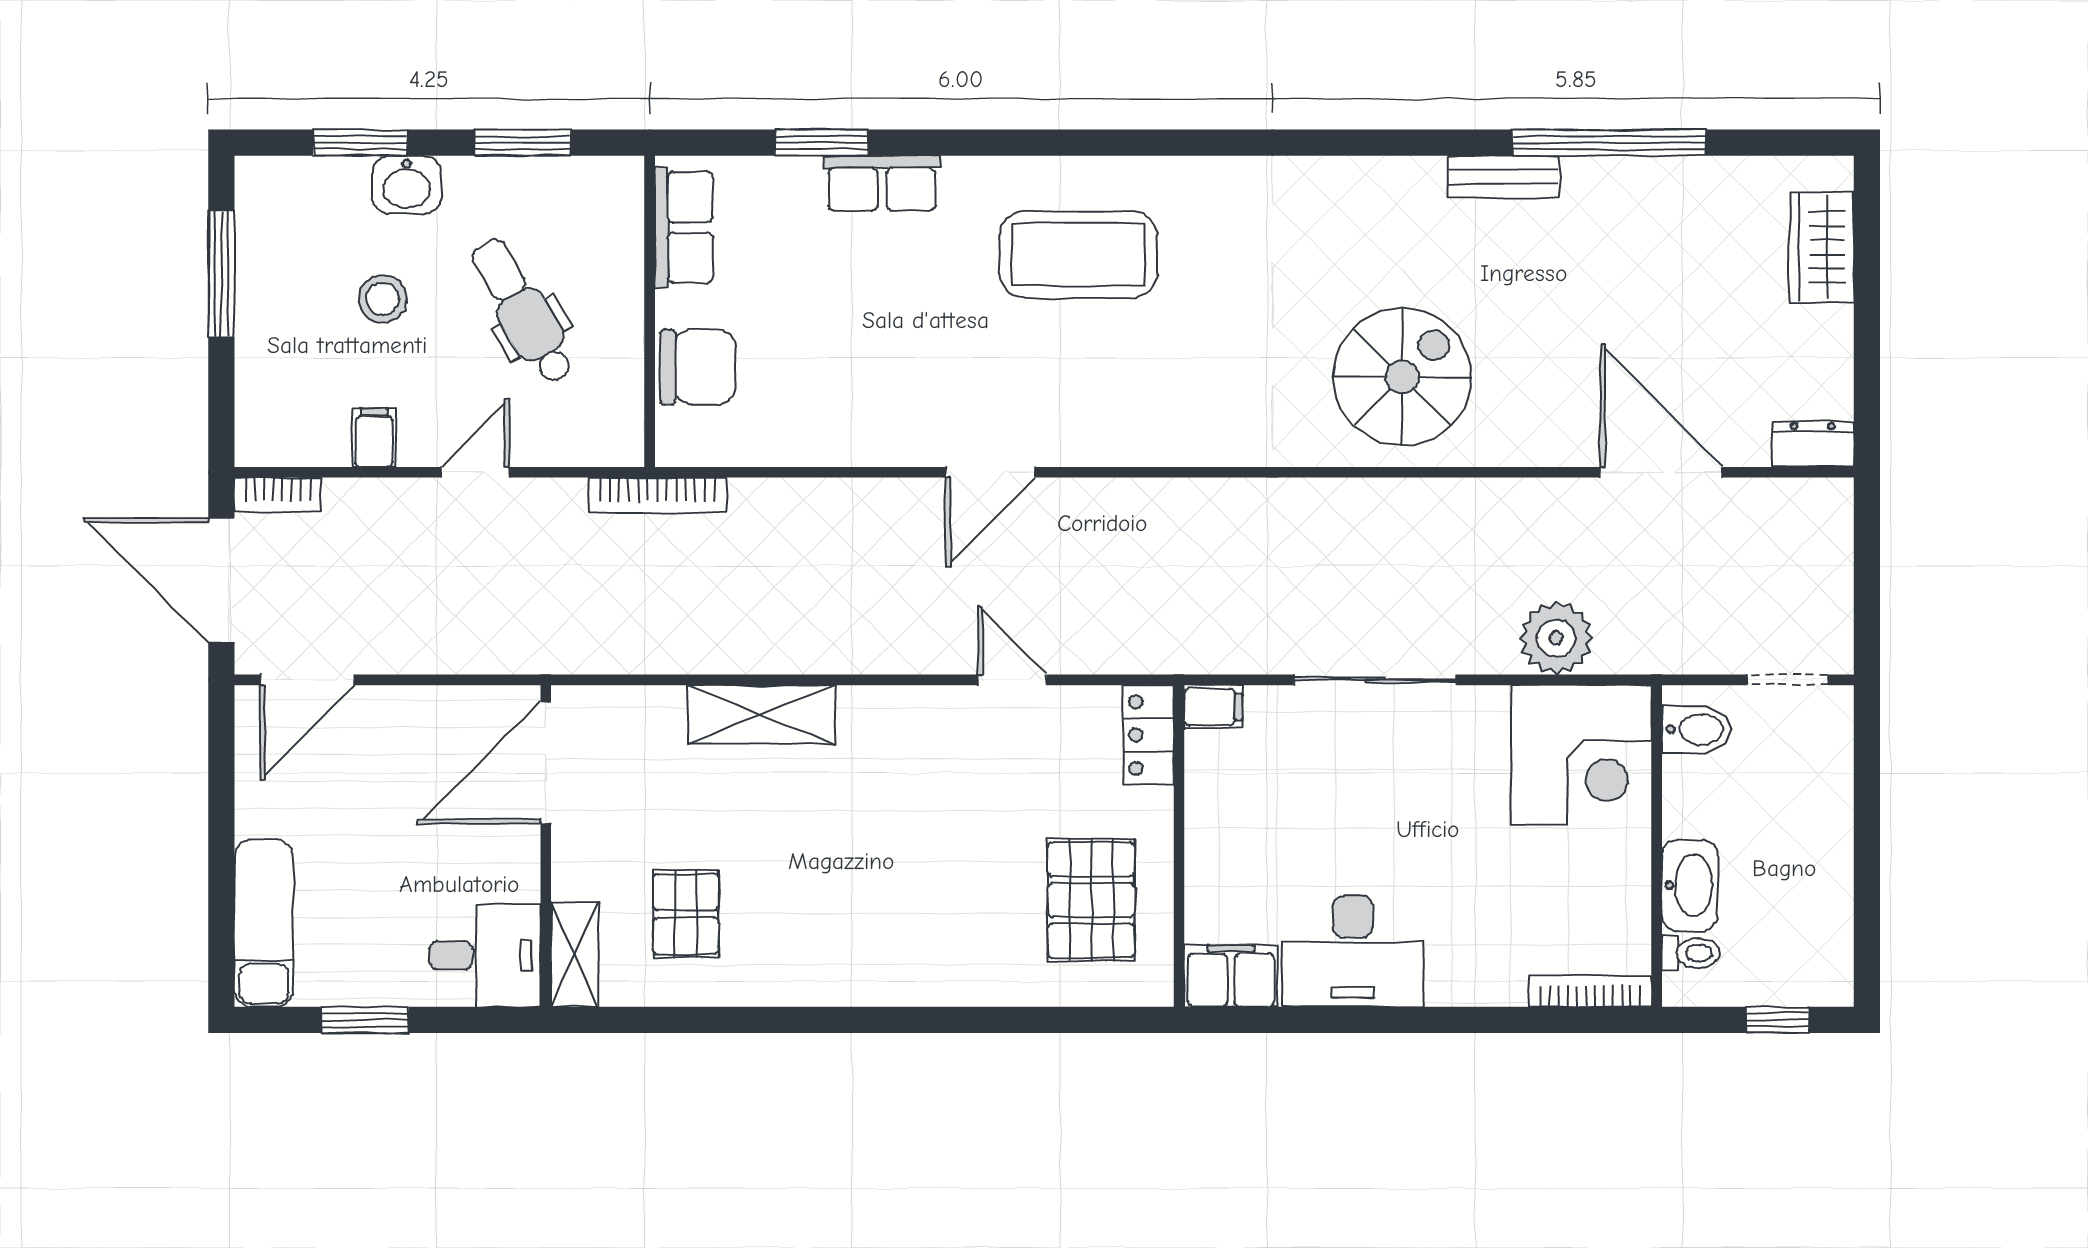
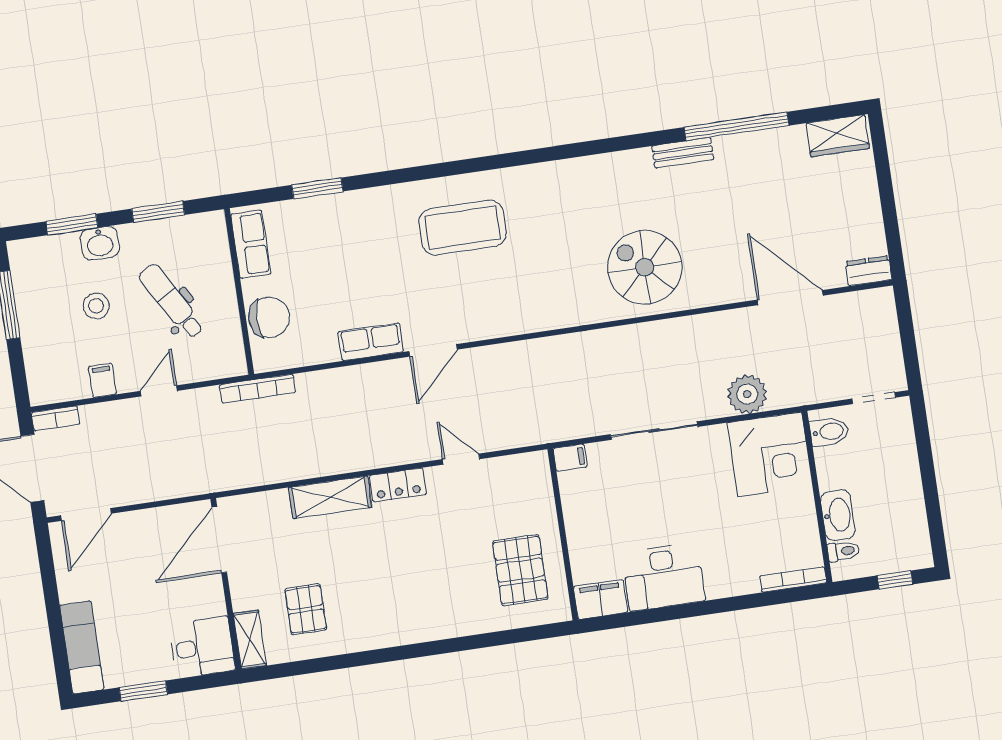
row of seats: (882, 183) -> (371, 342), moved, turned 180
wardrobe: (1822, 247) -> (838, 136), moved, turned -90
spiral stairs: (1402, 377) -> (645, 267), turned -90
locker: (1149, 735) -> (398, 485), moved, turned -90

